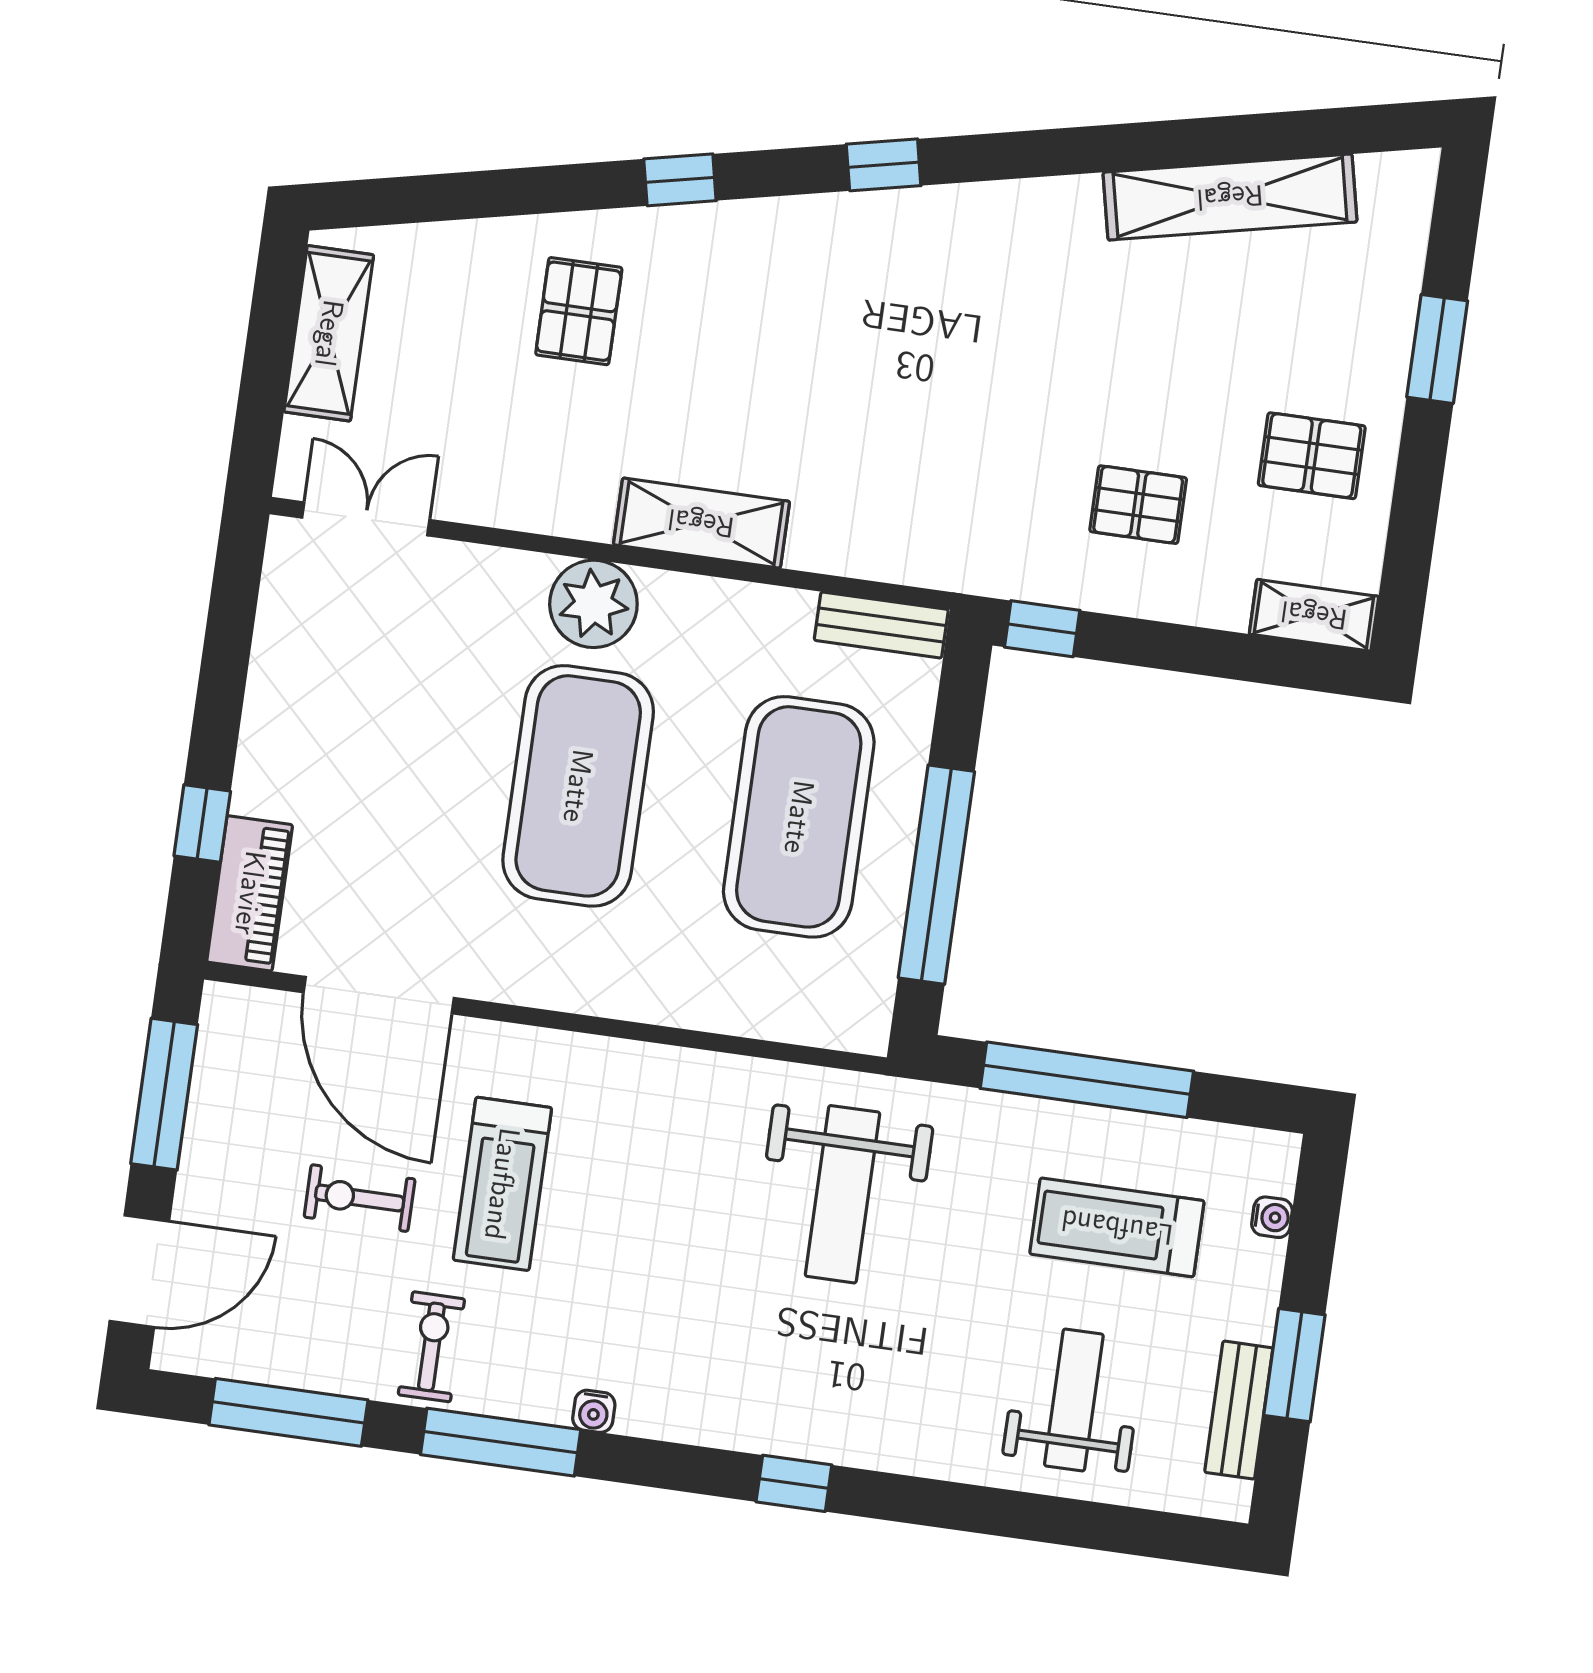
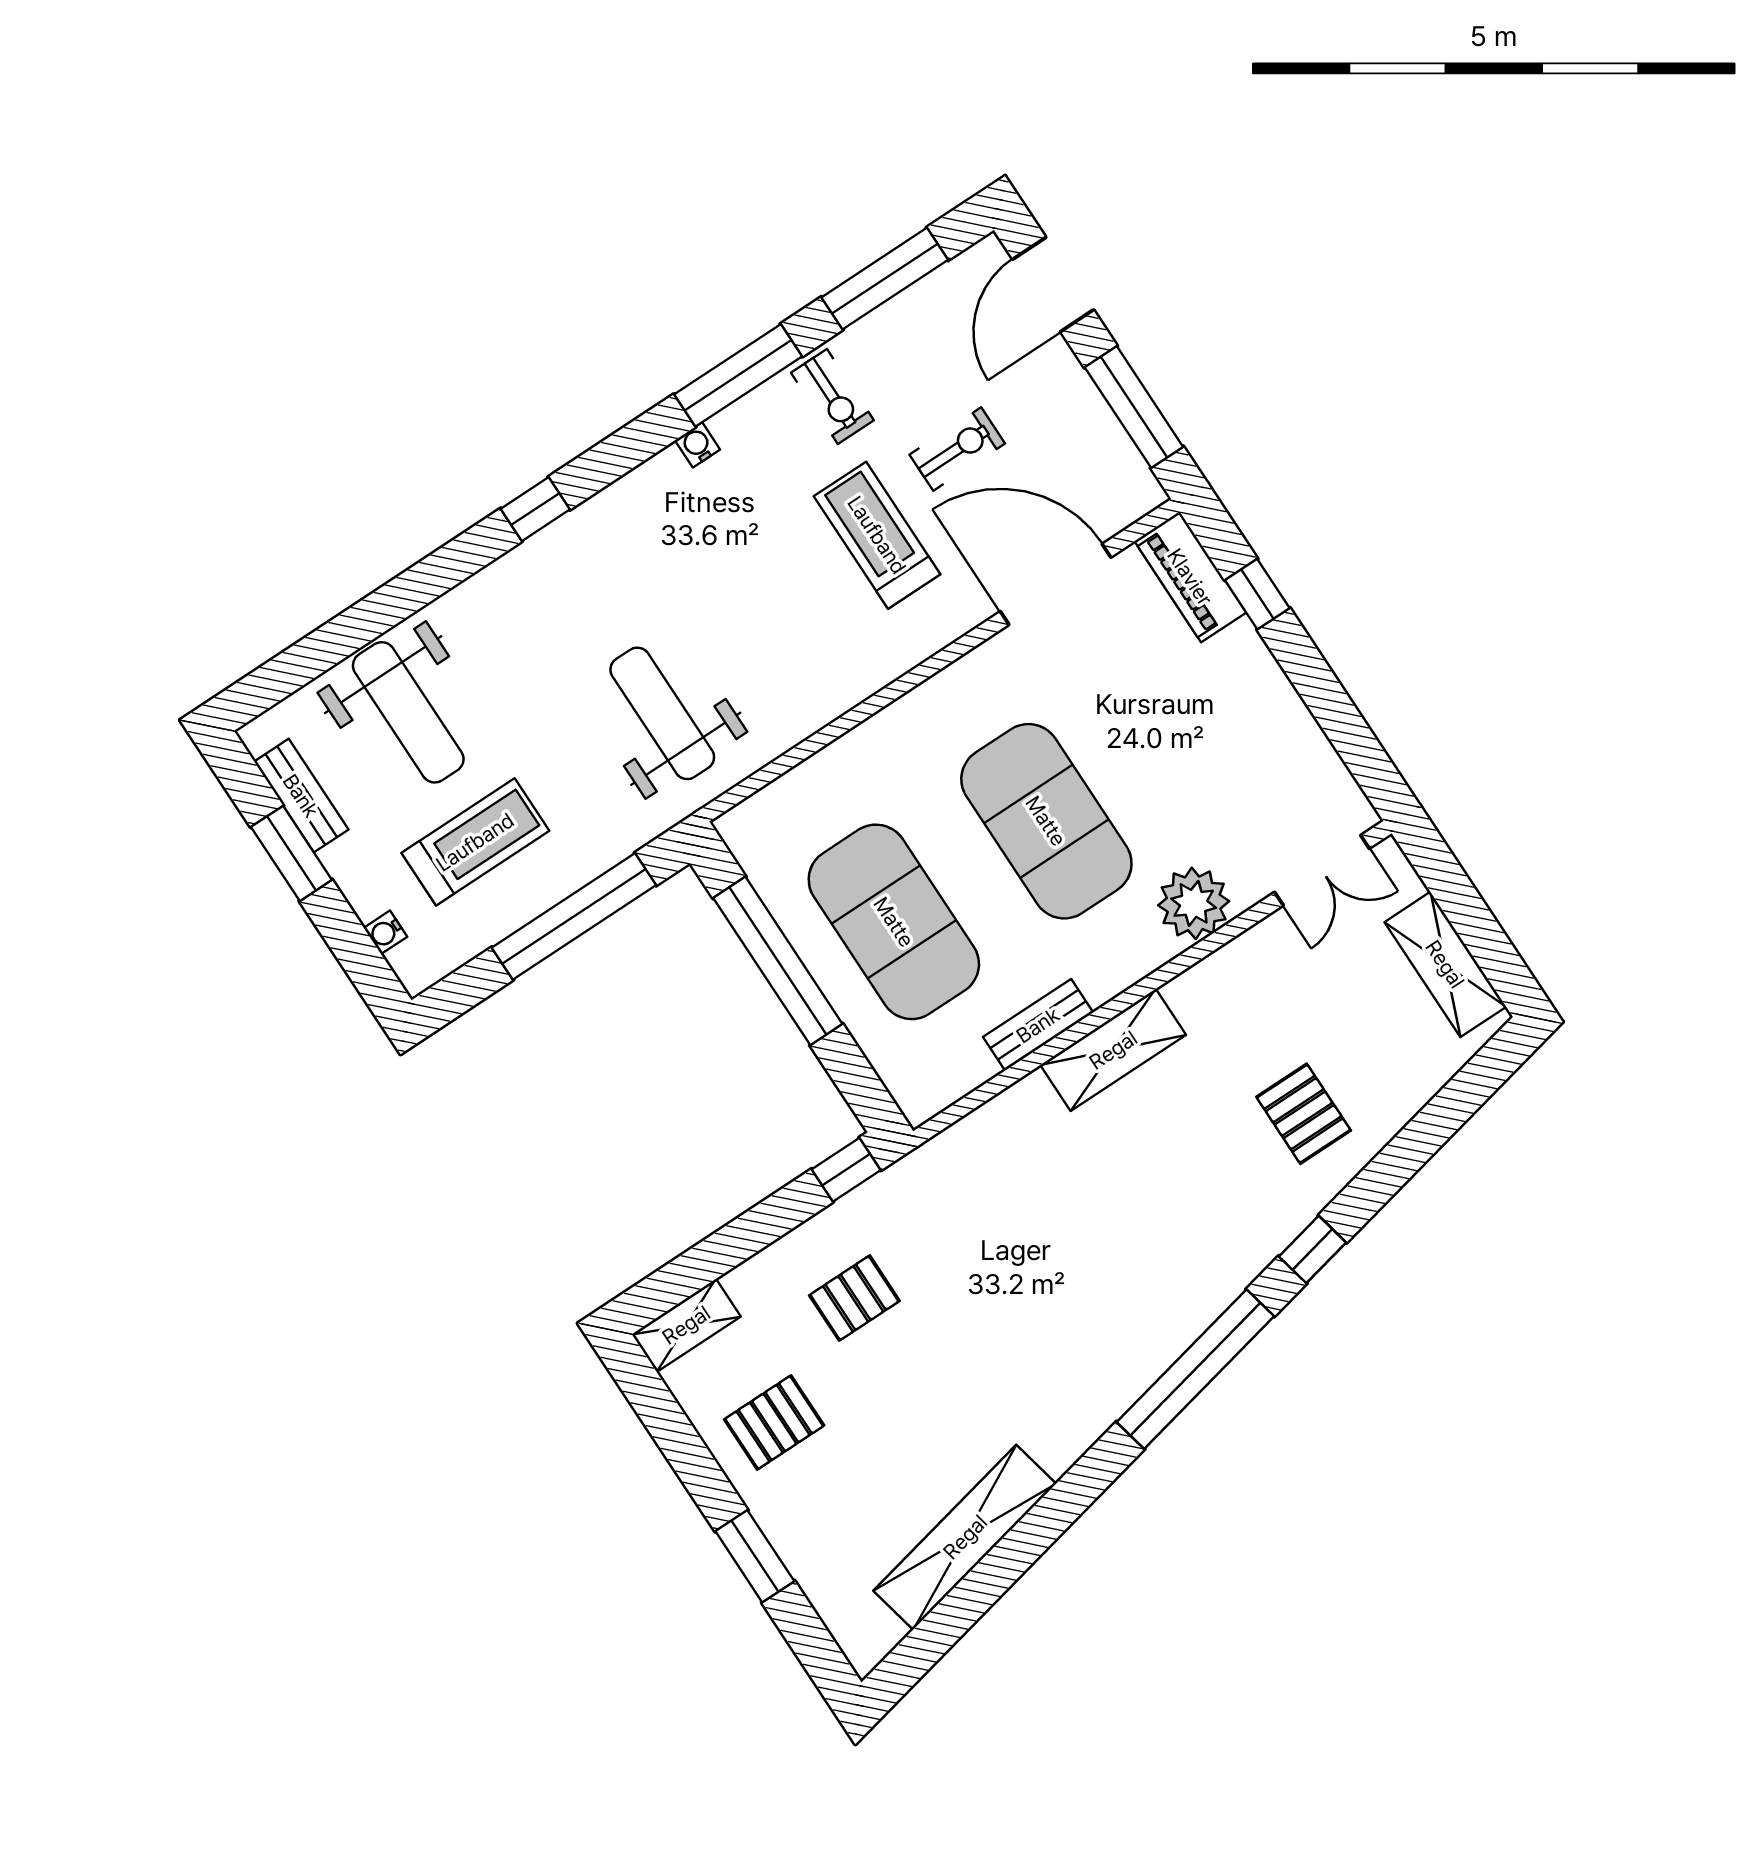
window: (884, 165) -> (1195, 1369), width x3.17
plant: (593, 604) -> (1194, 903), moved
bench: (881, 625) -> (1038, 1025), moved
weight bench: (1074, 1400) -> (408, 712), width x1.36, depth x1.33

